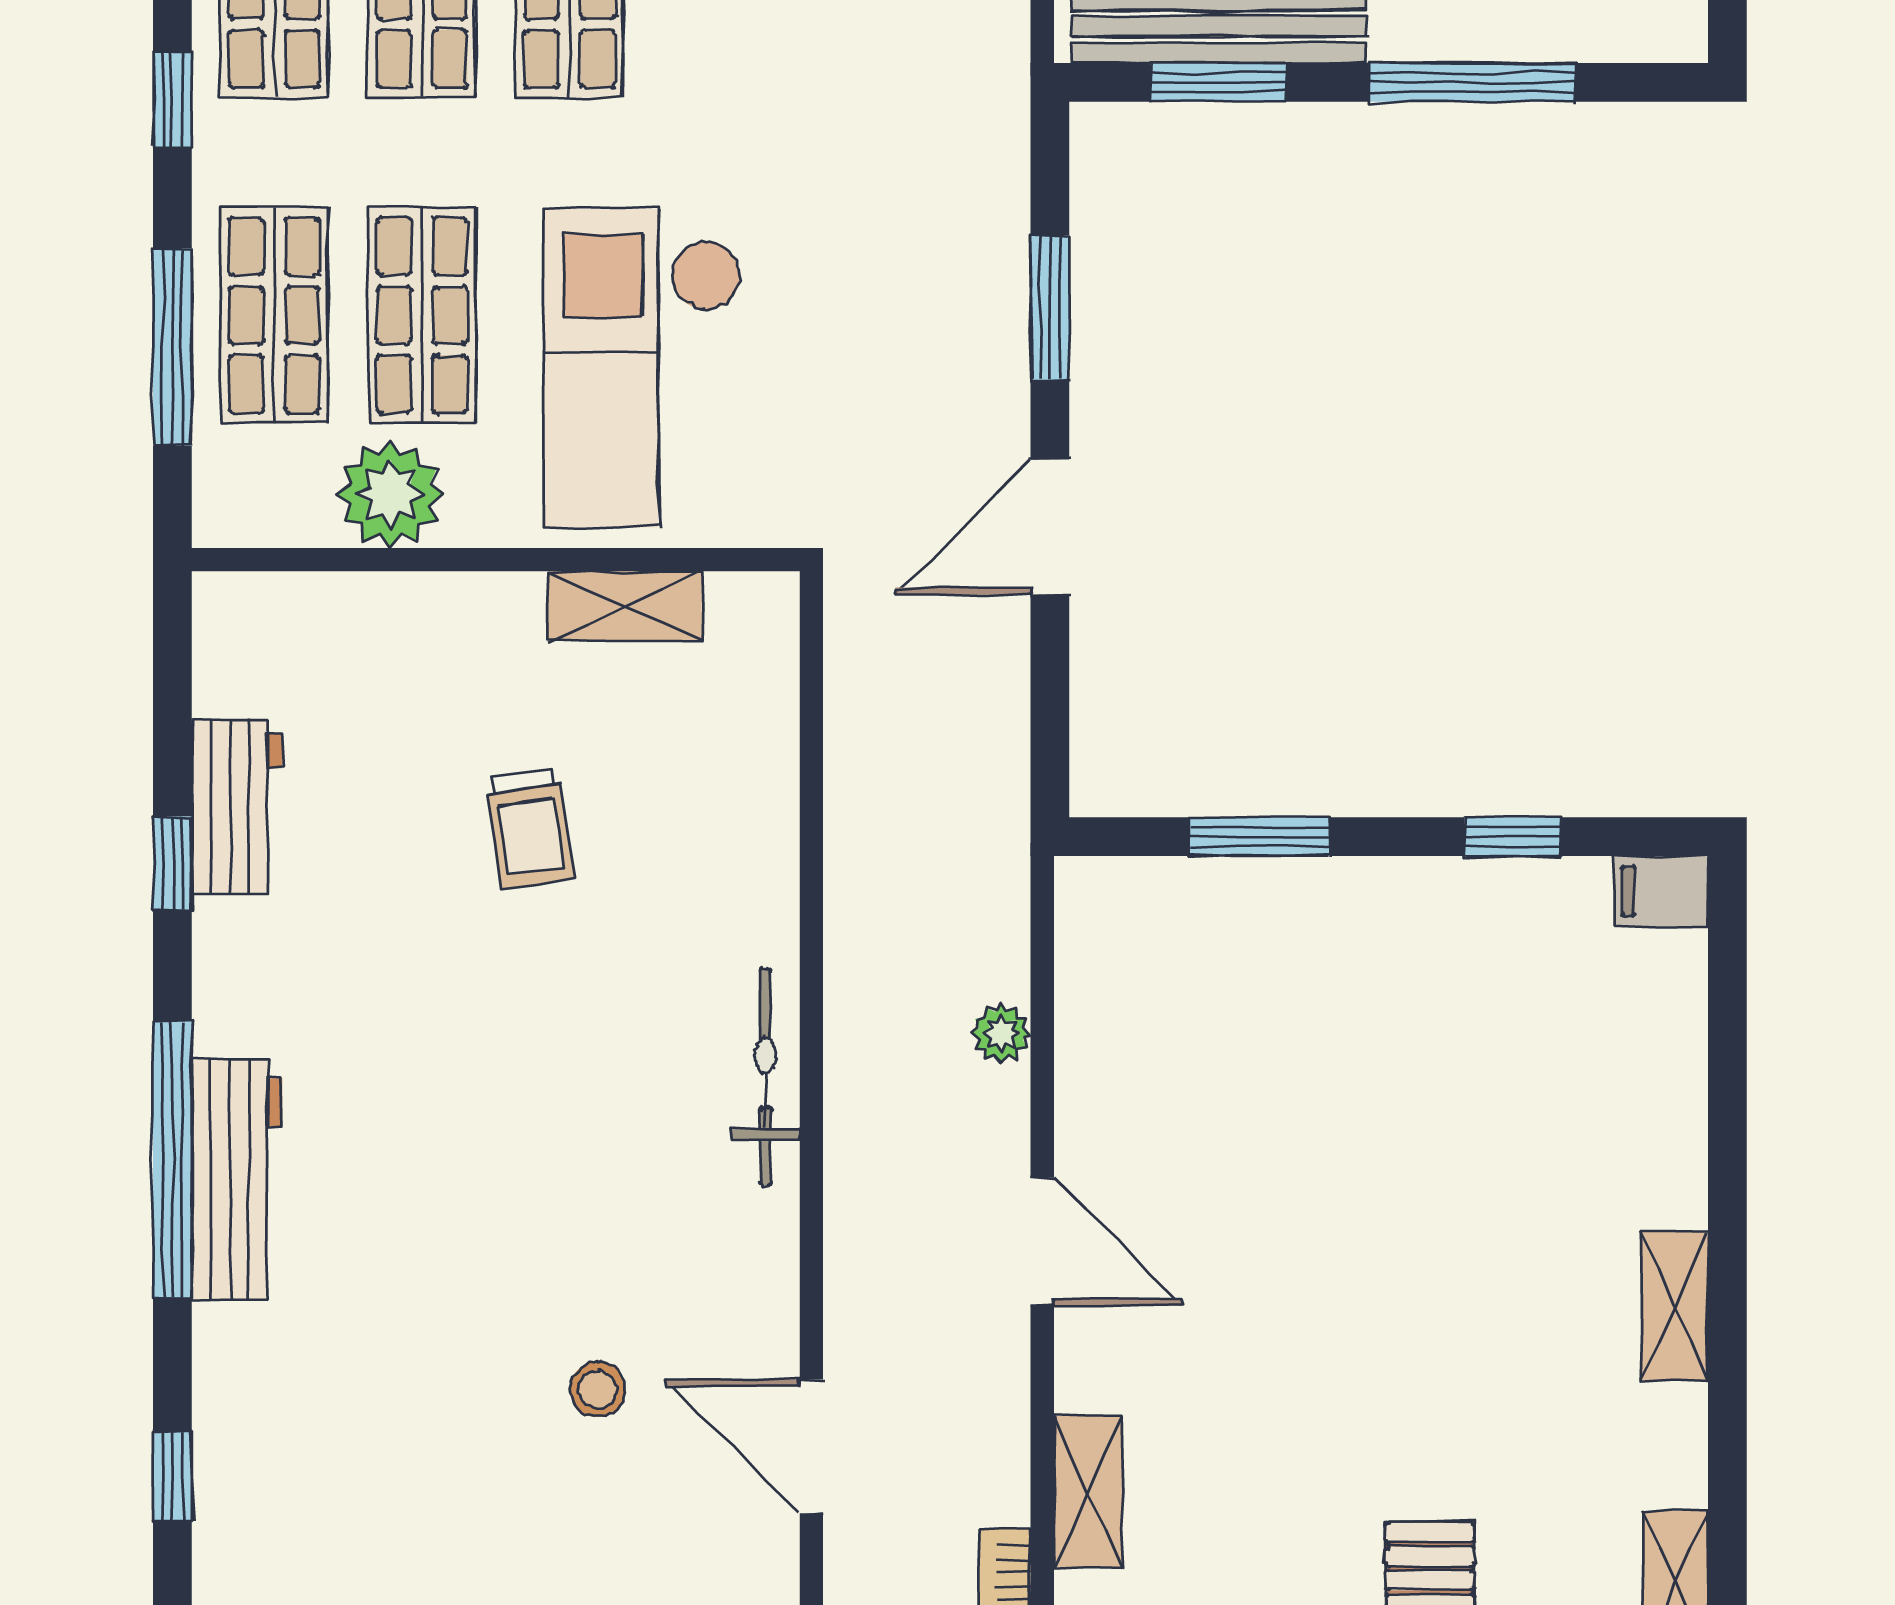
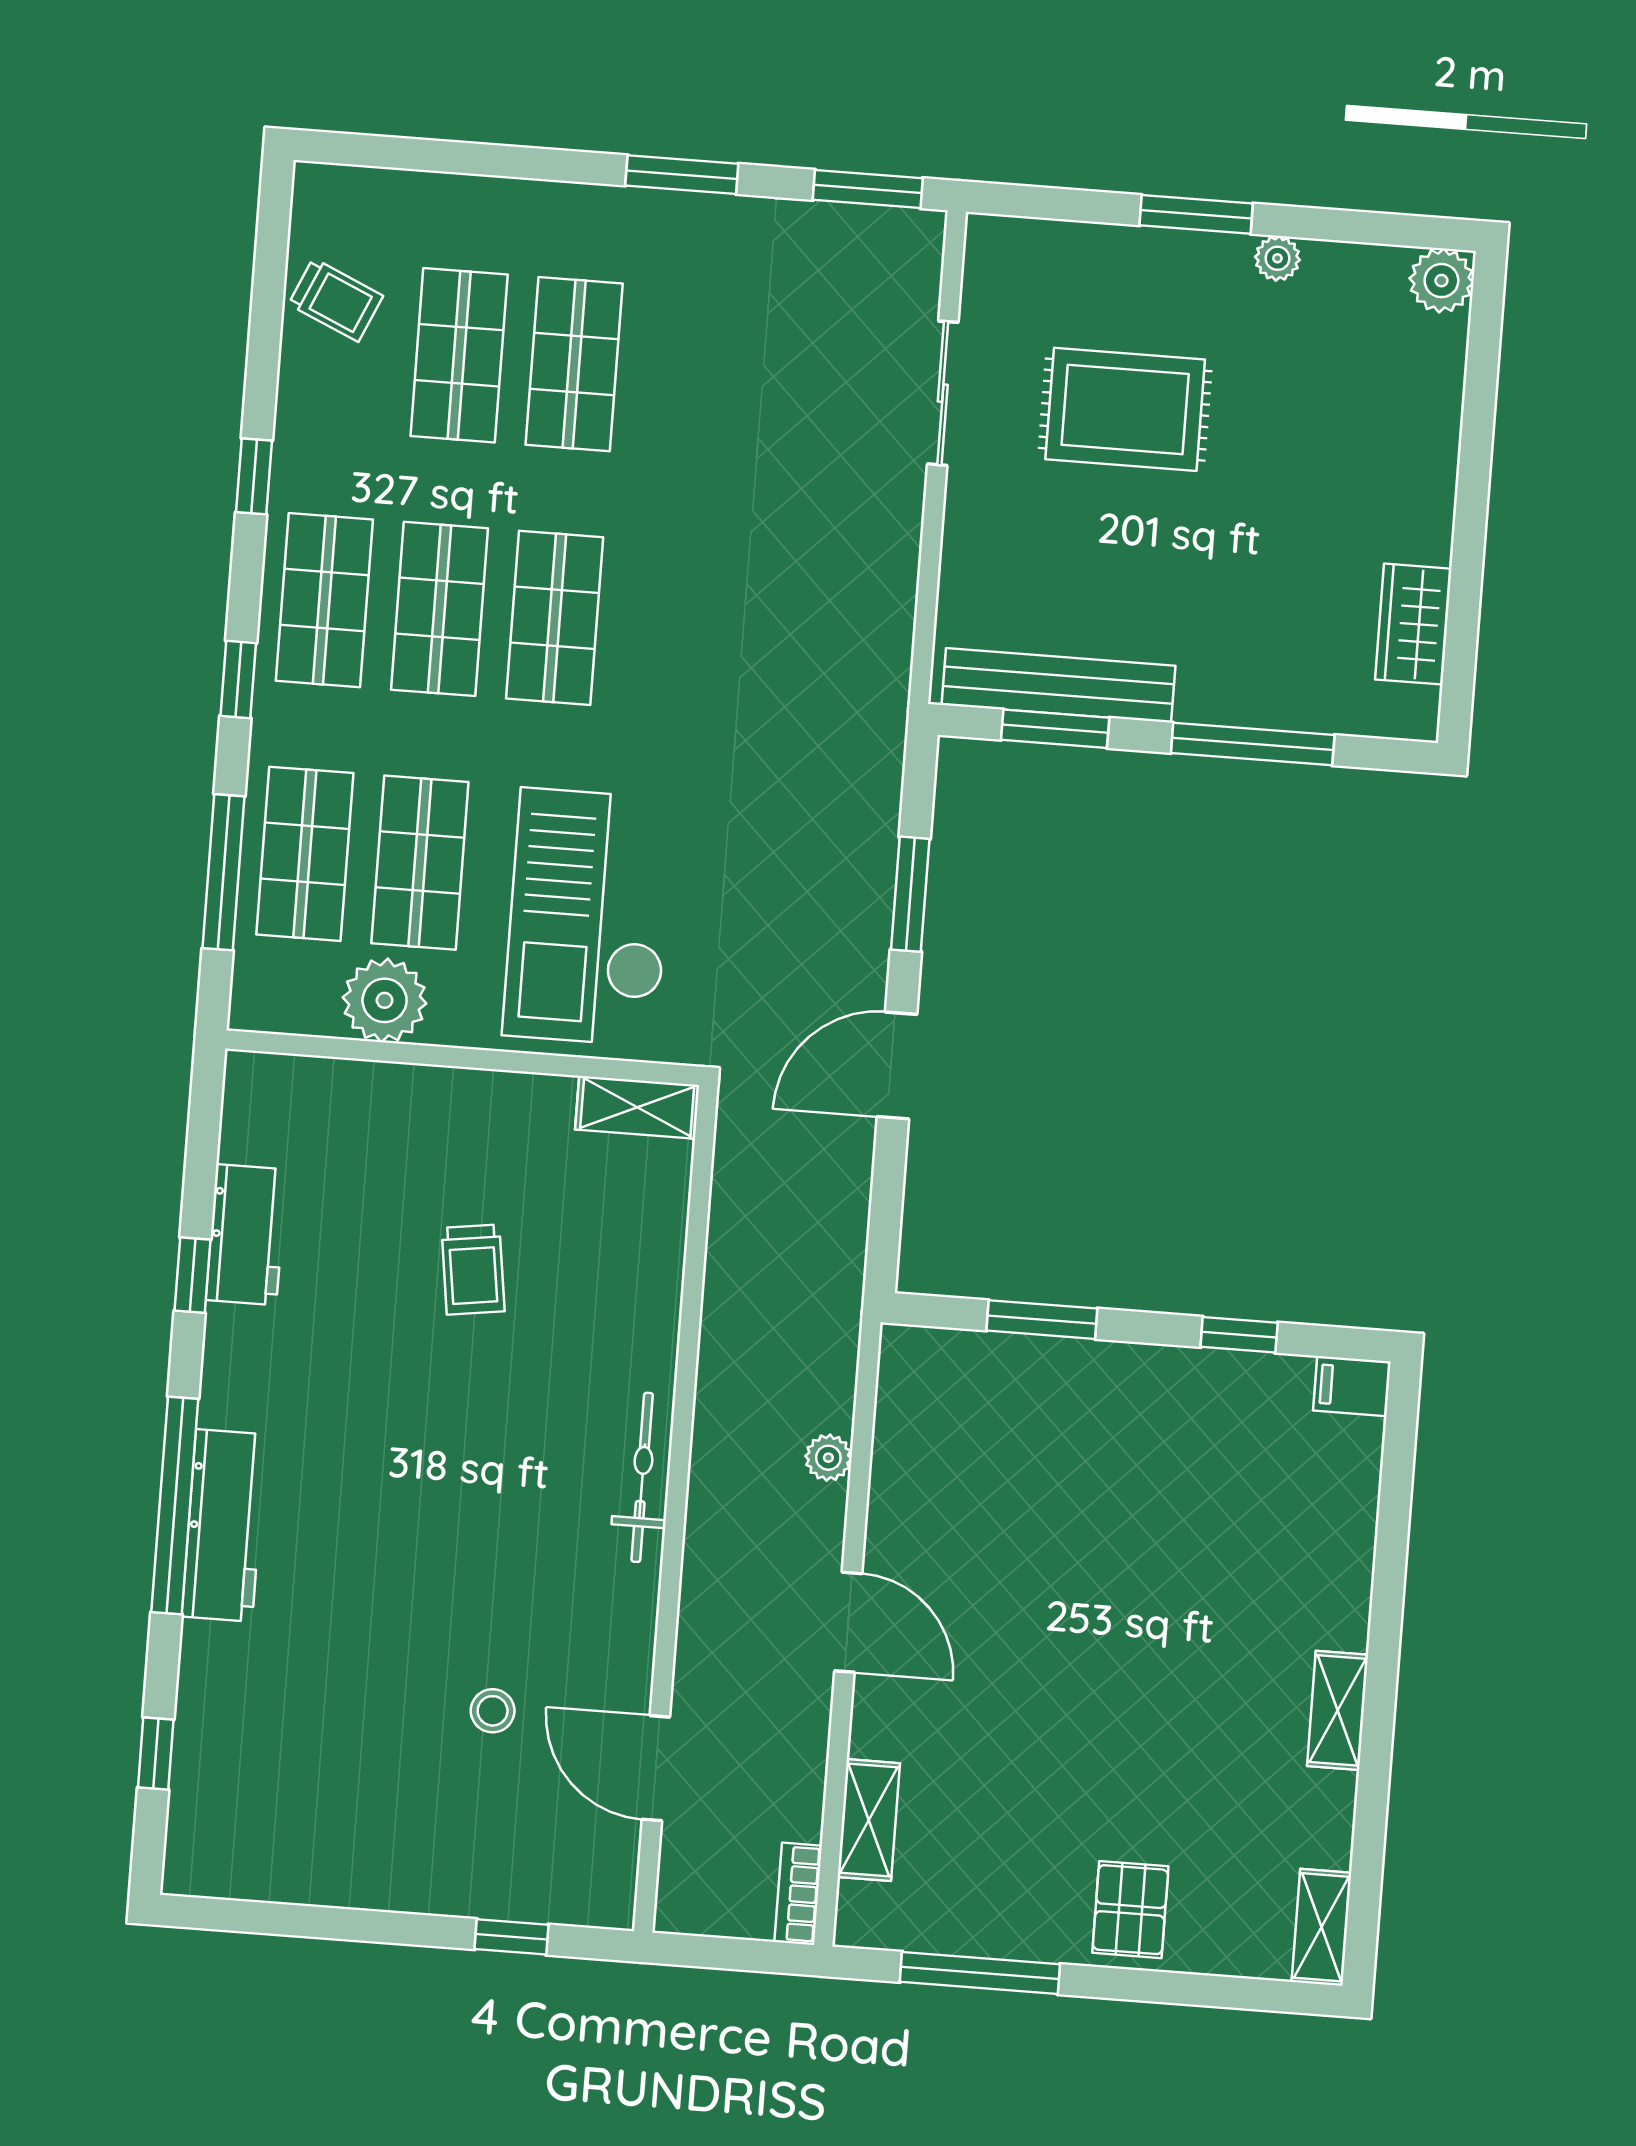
shelving: (625, 606) -> (637, 1107), moved

